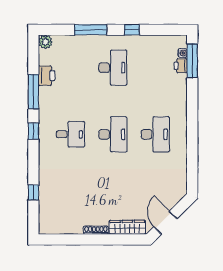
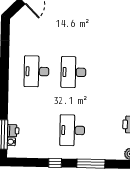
desk: (70, 134) -> (110, 73), removed

